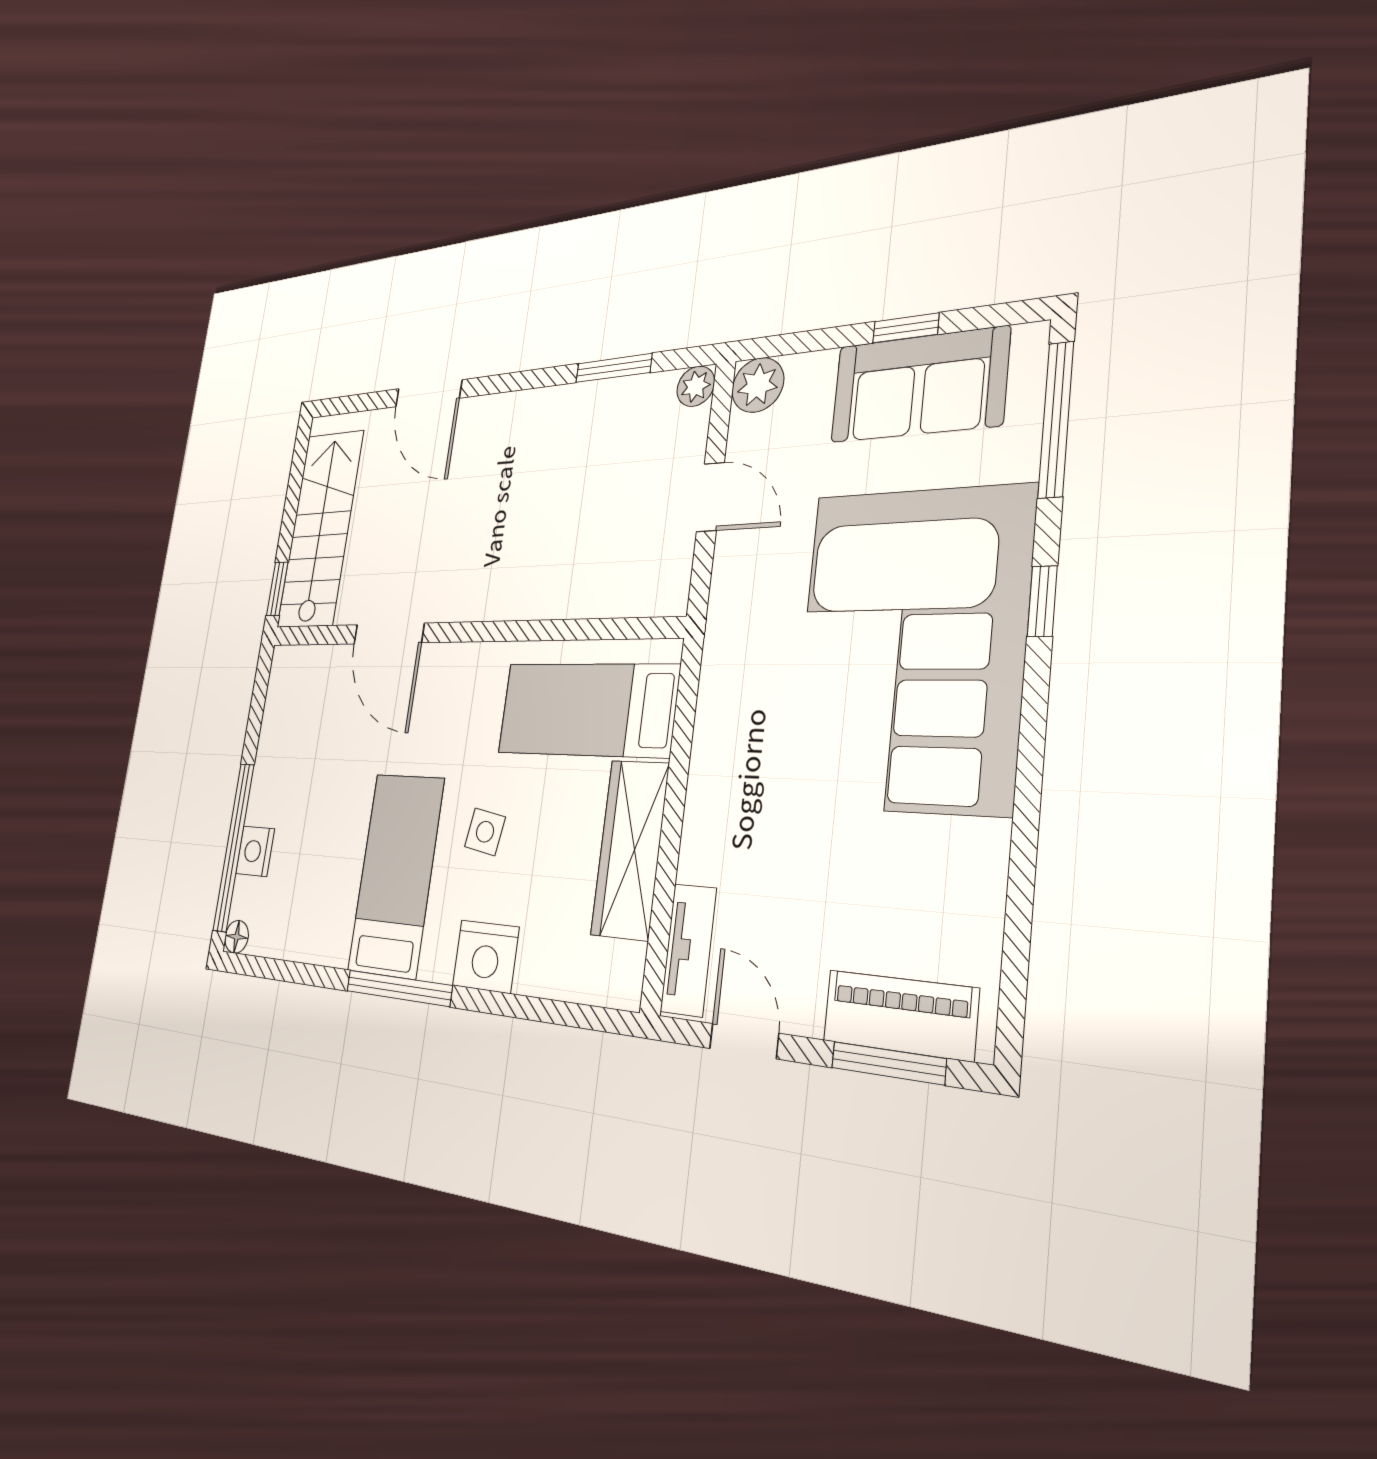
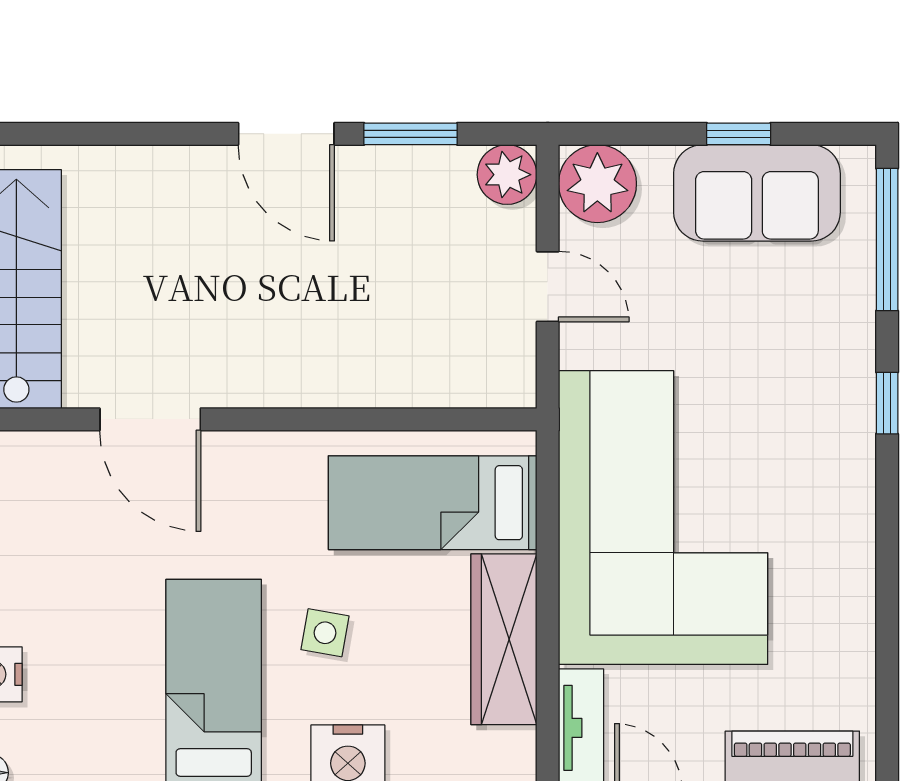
plant: (758, 385) -> (597, 184), width x1.36, depth x1.36
plant: (696, 386) -> (507, 175), width x1.38, depth x1.38
door: (429, 393) -> (286, 134), moved
corner sofa: (910, 648) -> (663, 518), moved, turned 180

